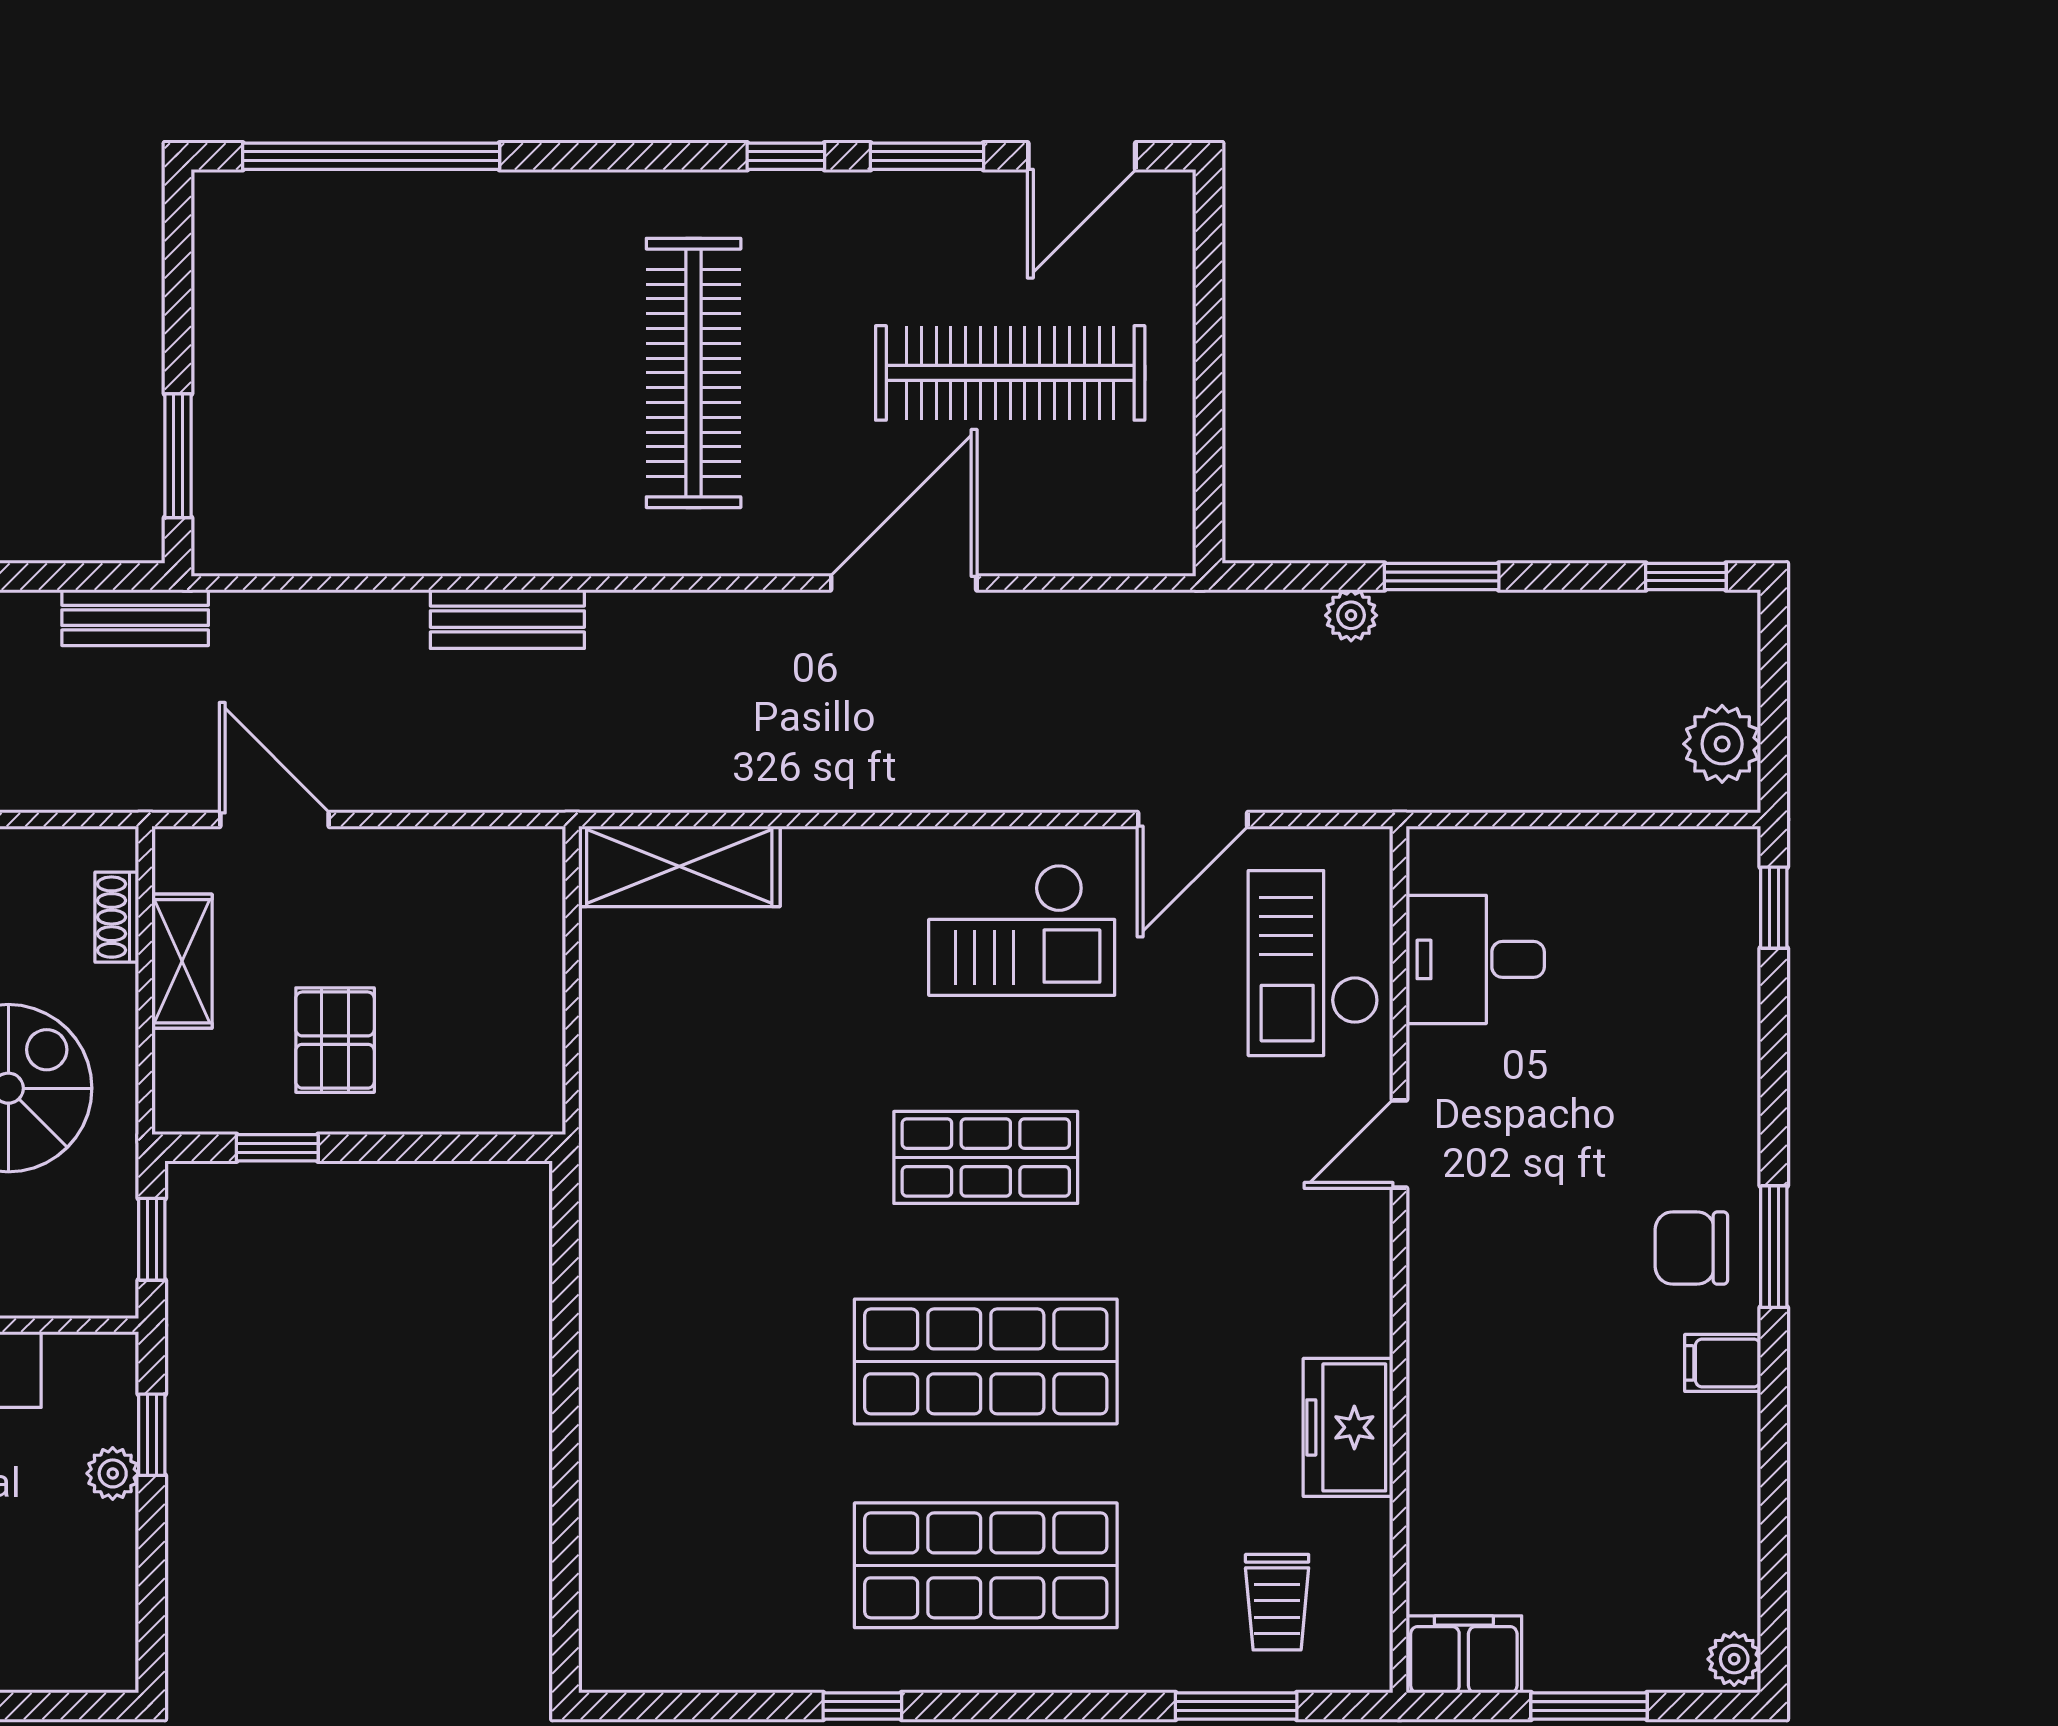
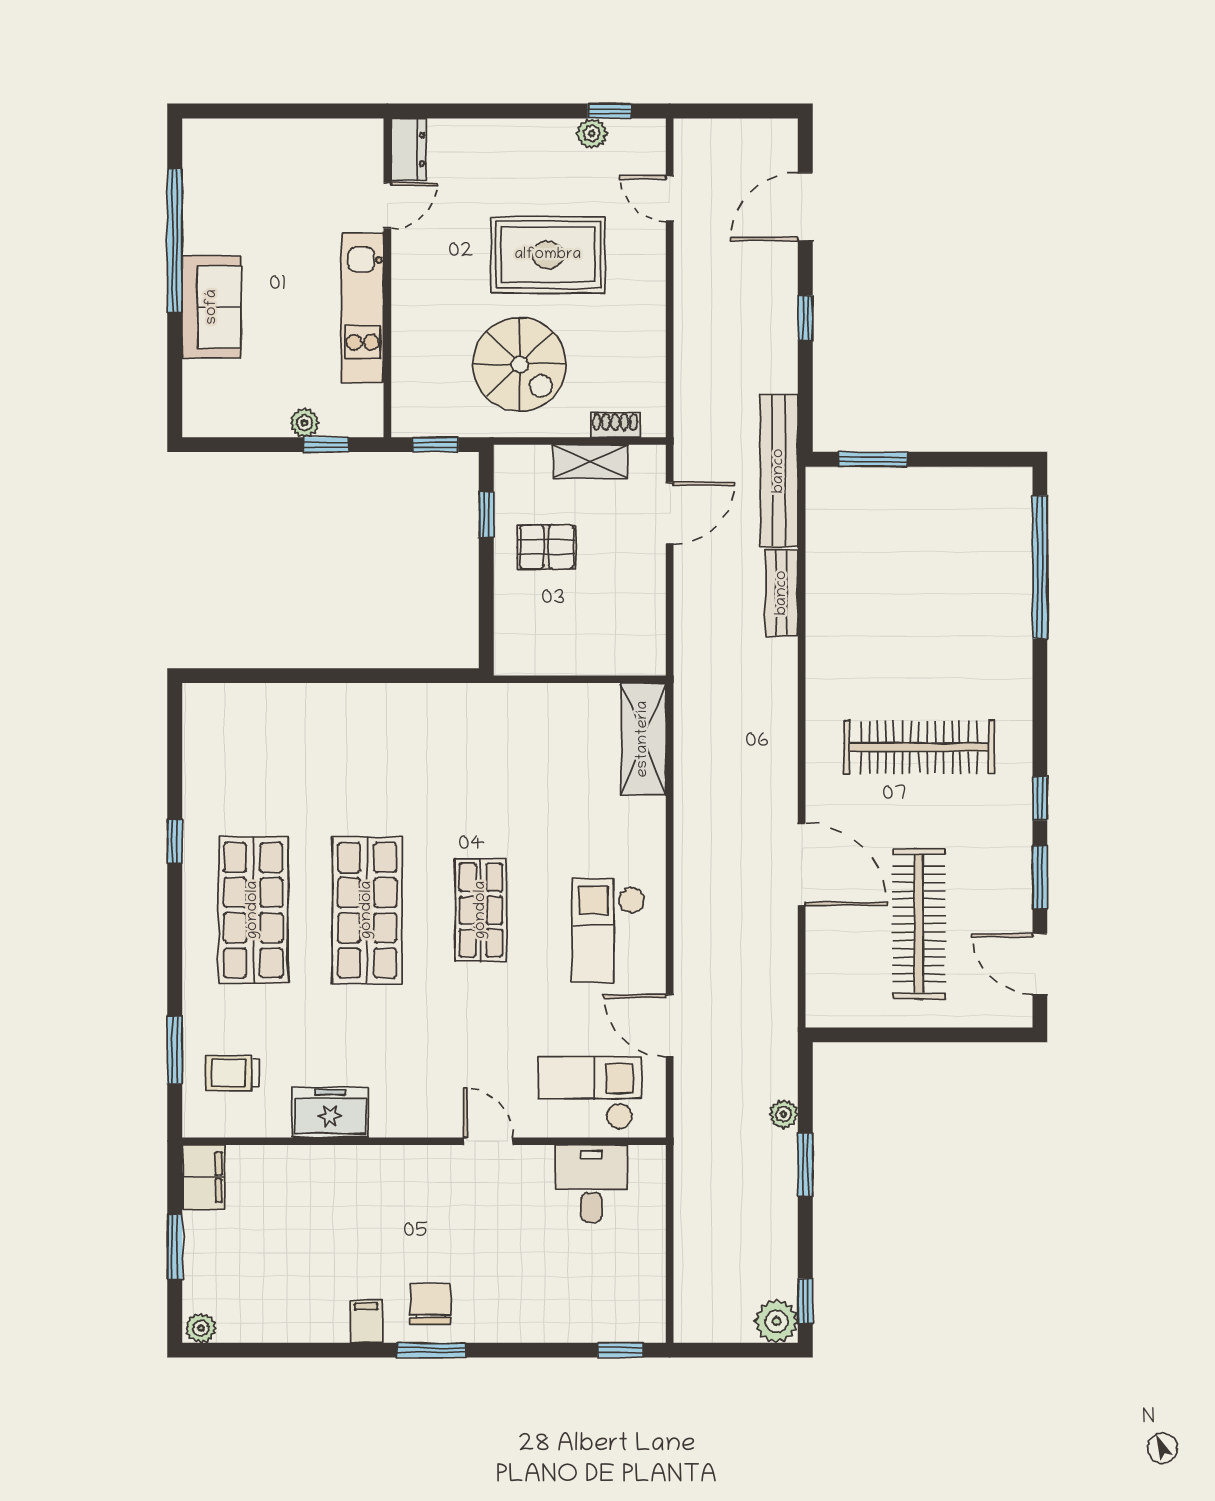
bench: (135, 618) -> (779, 471), width x1.86, depth x1.21
bench: (507, 619) -> (782, 593), moved
plant: (1722, 744) -> (776, 1321), moved

